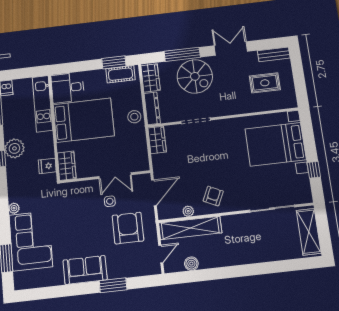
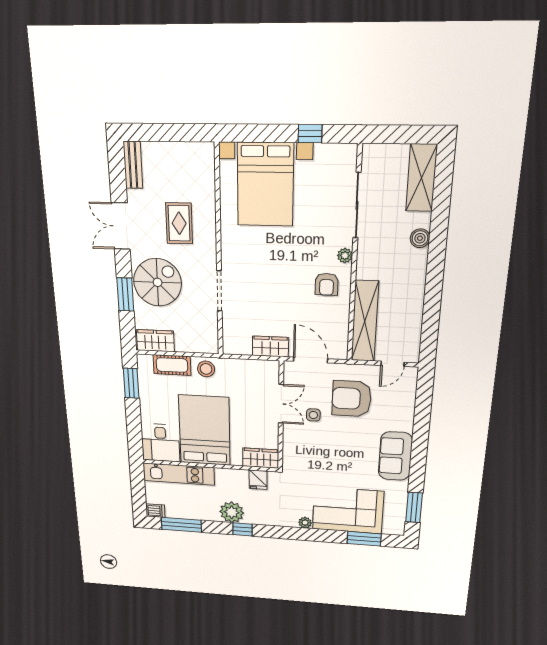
window: (182, 54) -> (125, 294), width x0.69
cot: (120, 74) -> (172, 365), moved, turned 90
rug: (265, 83) -> (179, 223), moved
dresser: (152, 108) -> (197, 345), removed
wardrobe: (157, 140) -> (270, 347), moved
armchair: (213, 196) -> (327, 284), turned -115
plant: (188, 211) -> (345, 256), moved
shelving: (309, 232) -> (421, 178), moved, turned 90
door: (161, 254) -> (393, 364), swing flipped
boiler: (191, 264) -> (420, 238), moved
window: (113, 285) -> (414, 507), moved

